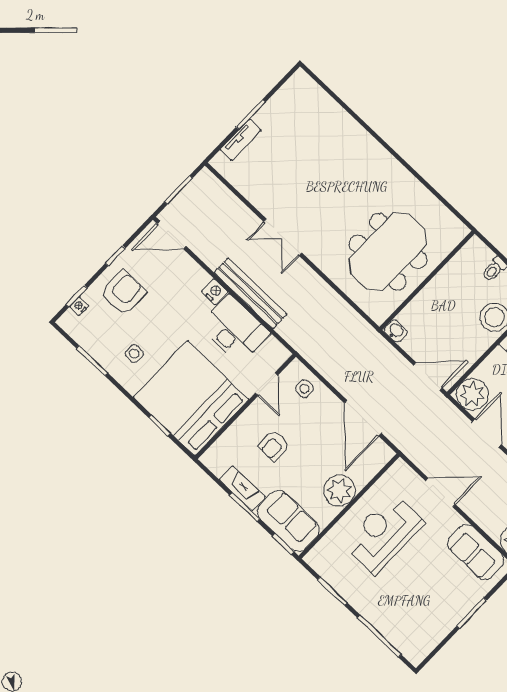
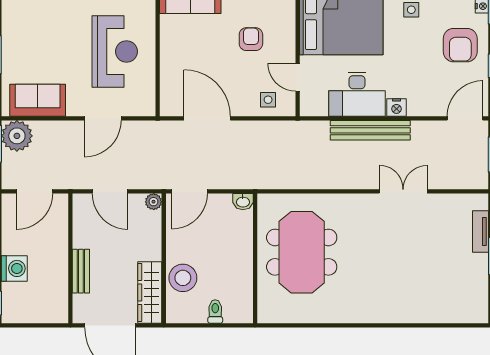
double door: (283, 237) -> (403, 191), moved
plant: (472, 394) -> (154, 202), width x0.53, depth x0.53
plant: (339, 491) -> (175, 52), removed

